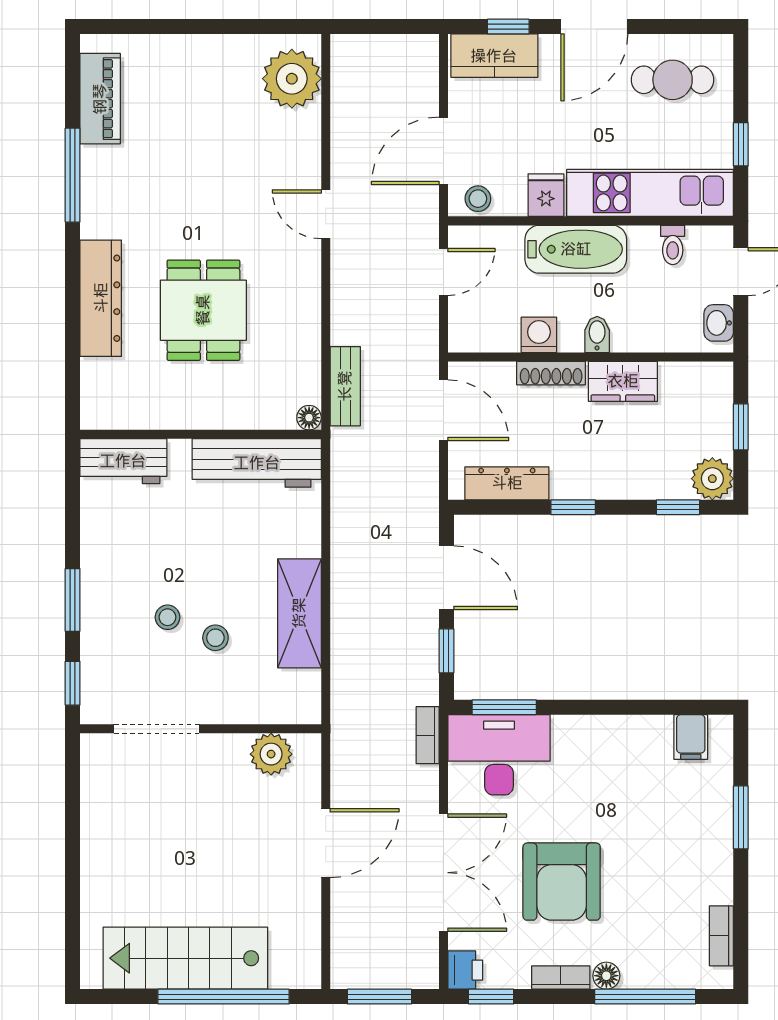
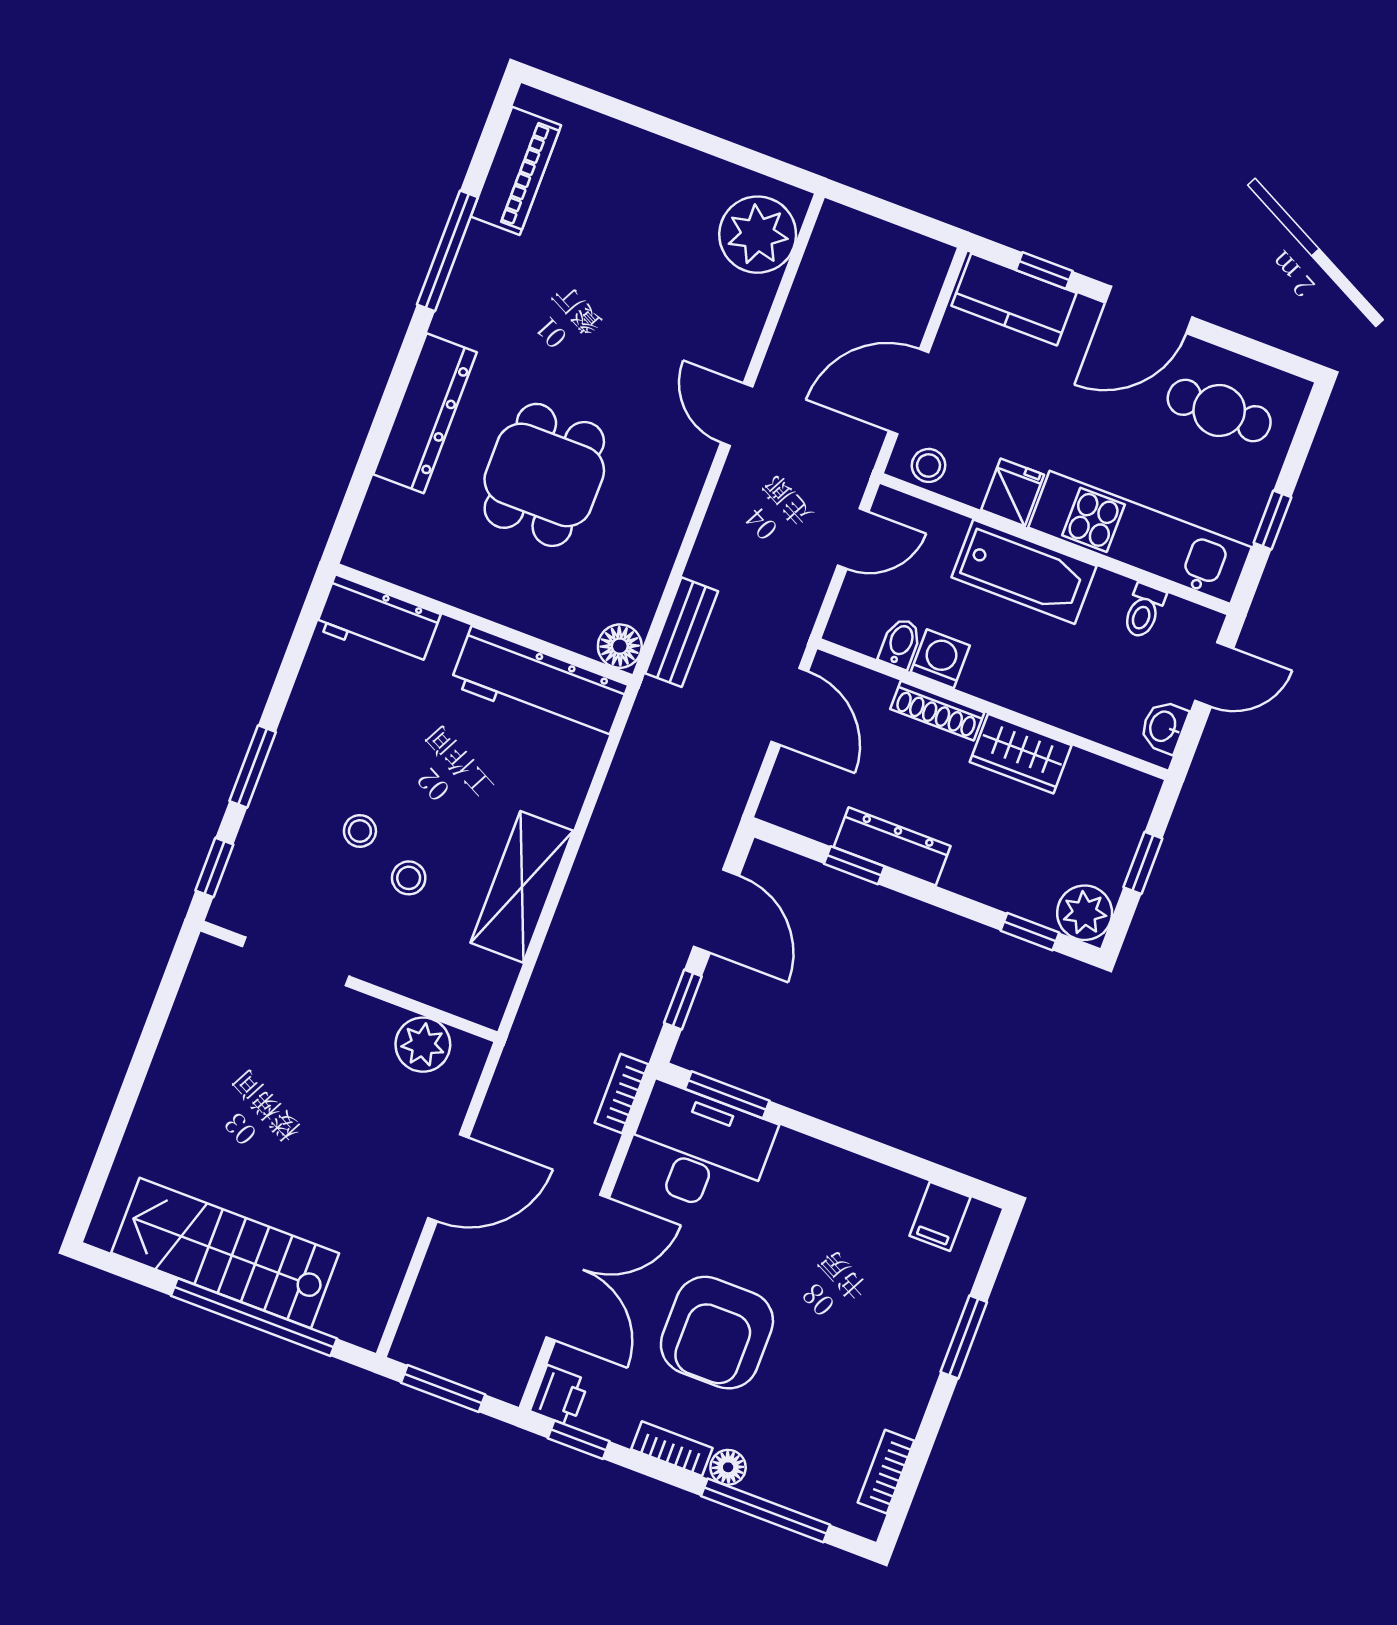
bidet: (597, 335) -> (900, 643), moved
floor lamp: (309, 418) -> (620, 646), width x1.37, depth x1.37
dresser: (507, 483) -> (892, 846), moved
window: (573, 507) -> (854, 865), moved

